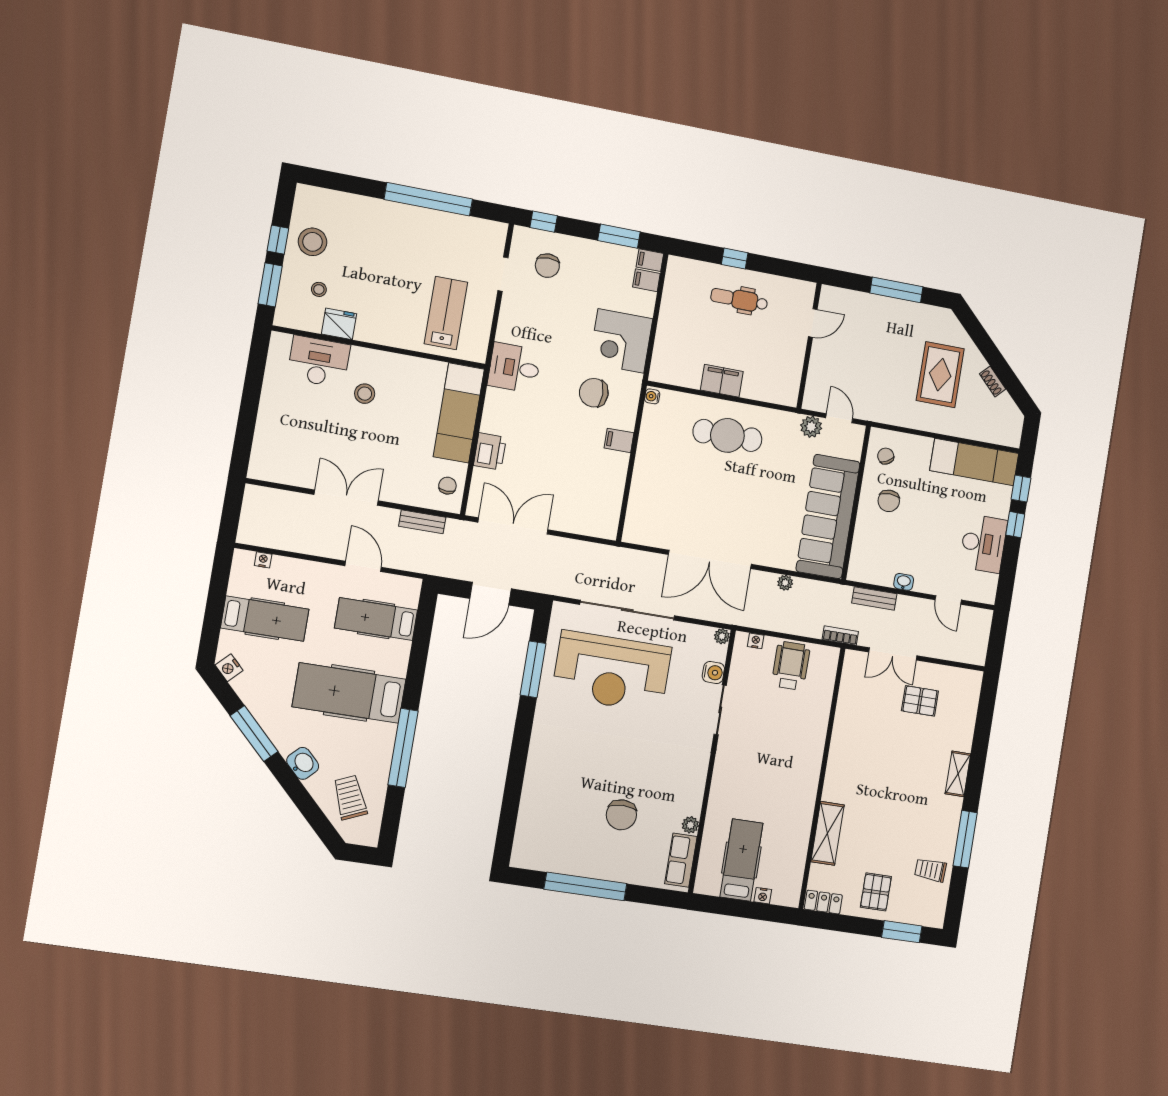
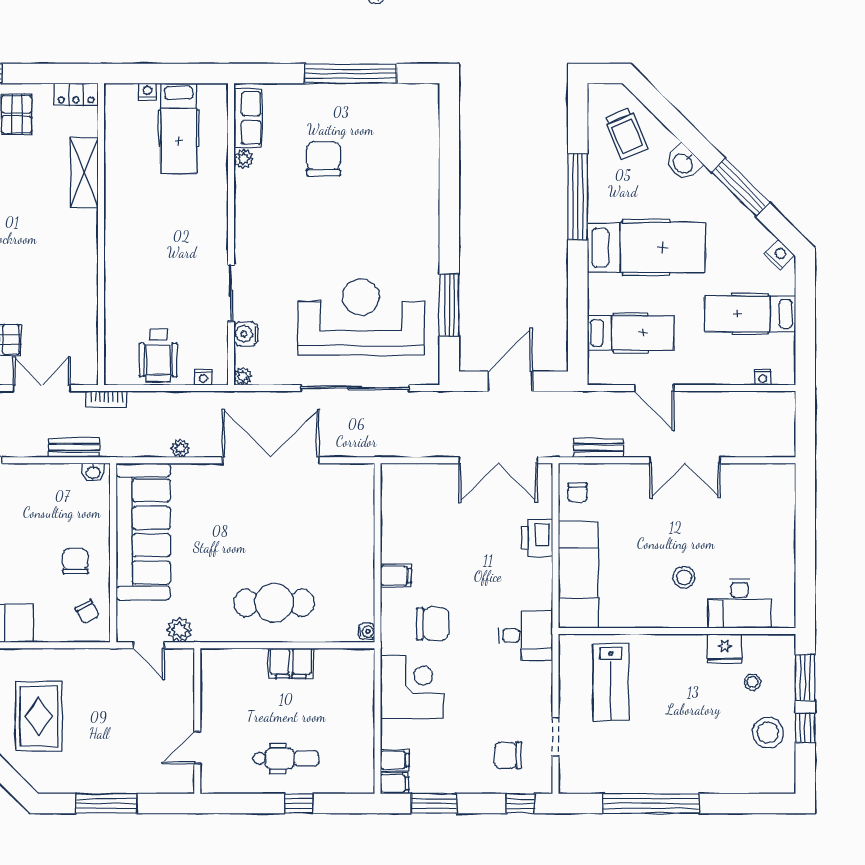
chair: (547, 266) -> (508, 755), turned -90
washbasin: (904, 582) -> (93, 472), moved

